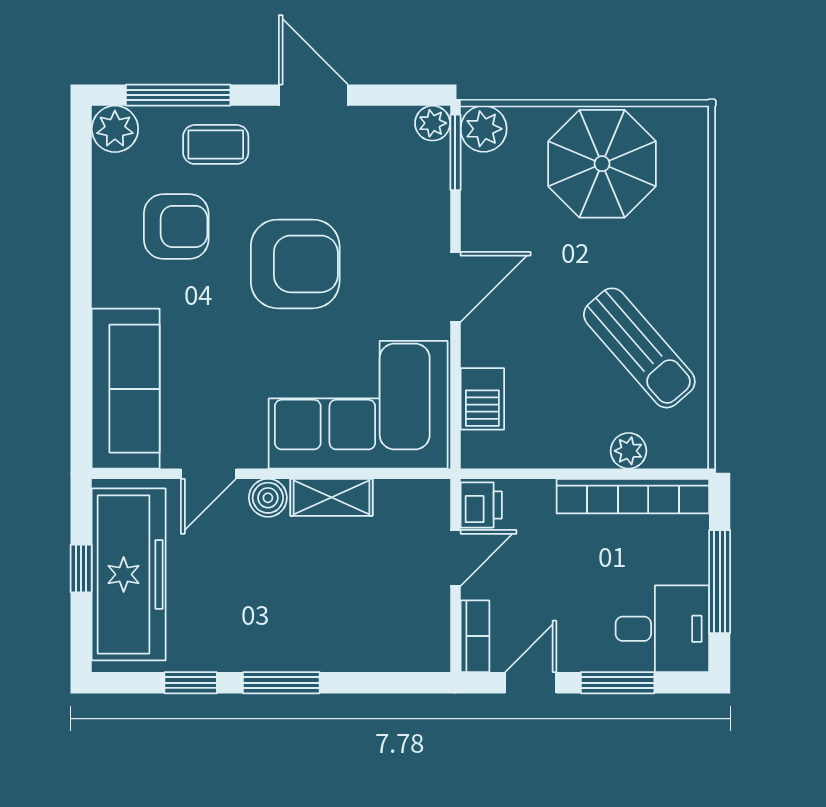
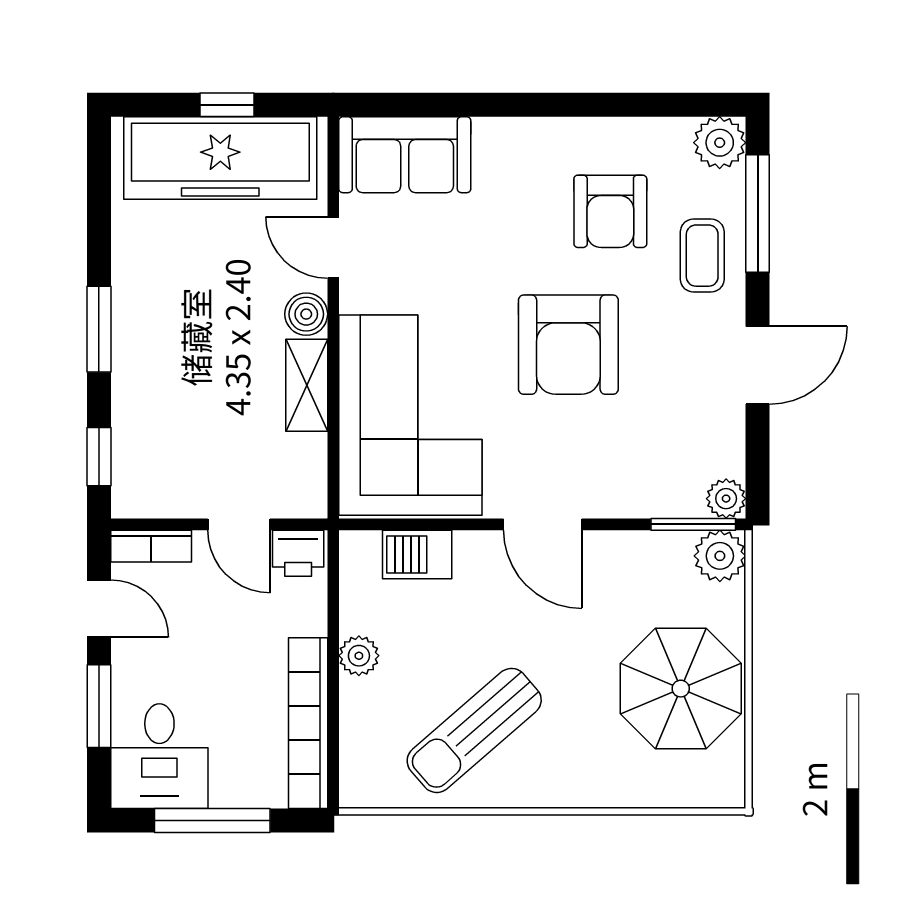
sofa: (126, 389) -> (405, 155), width x0.73
plant: (629, 451) -> (359, 656), moved
window: (191, 683) -> (99, 457), moved

